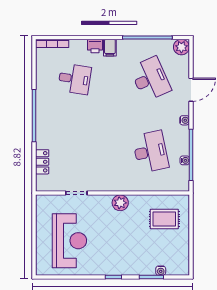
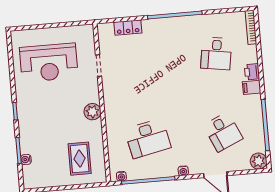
desk: (150, 79) -> (223, 132), width x0.73
water cooler: (185, 160) -> (121, 176), moved

